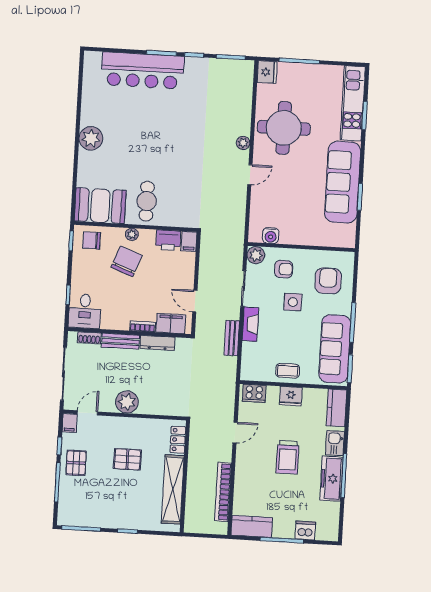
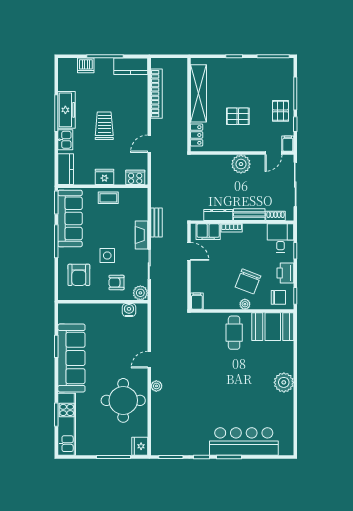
printer: (168, 240) -> (285, 273), moved, turned -90

